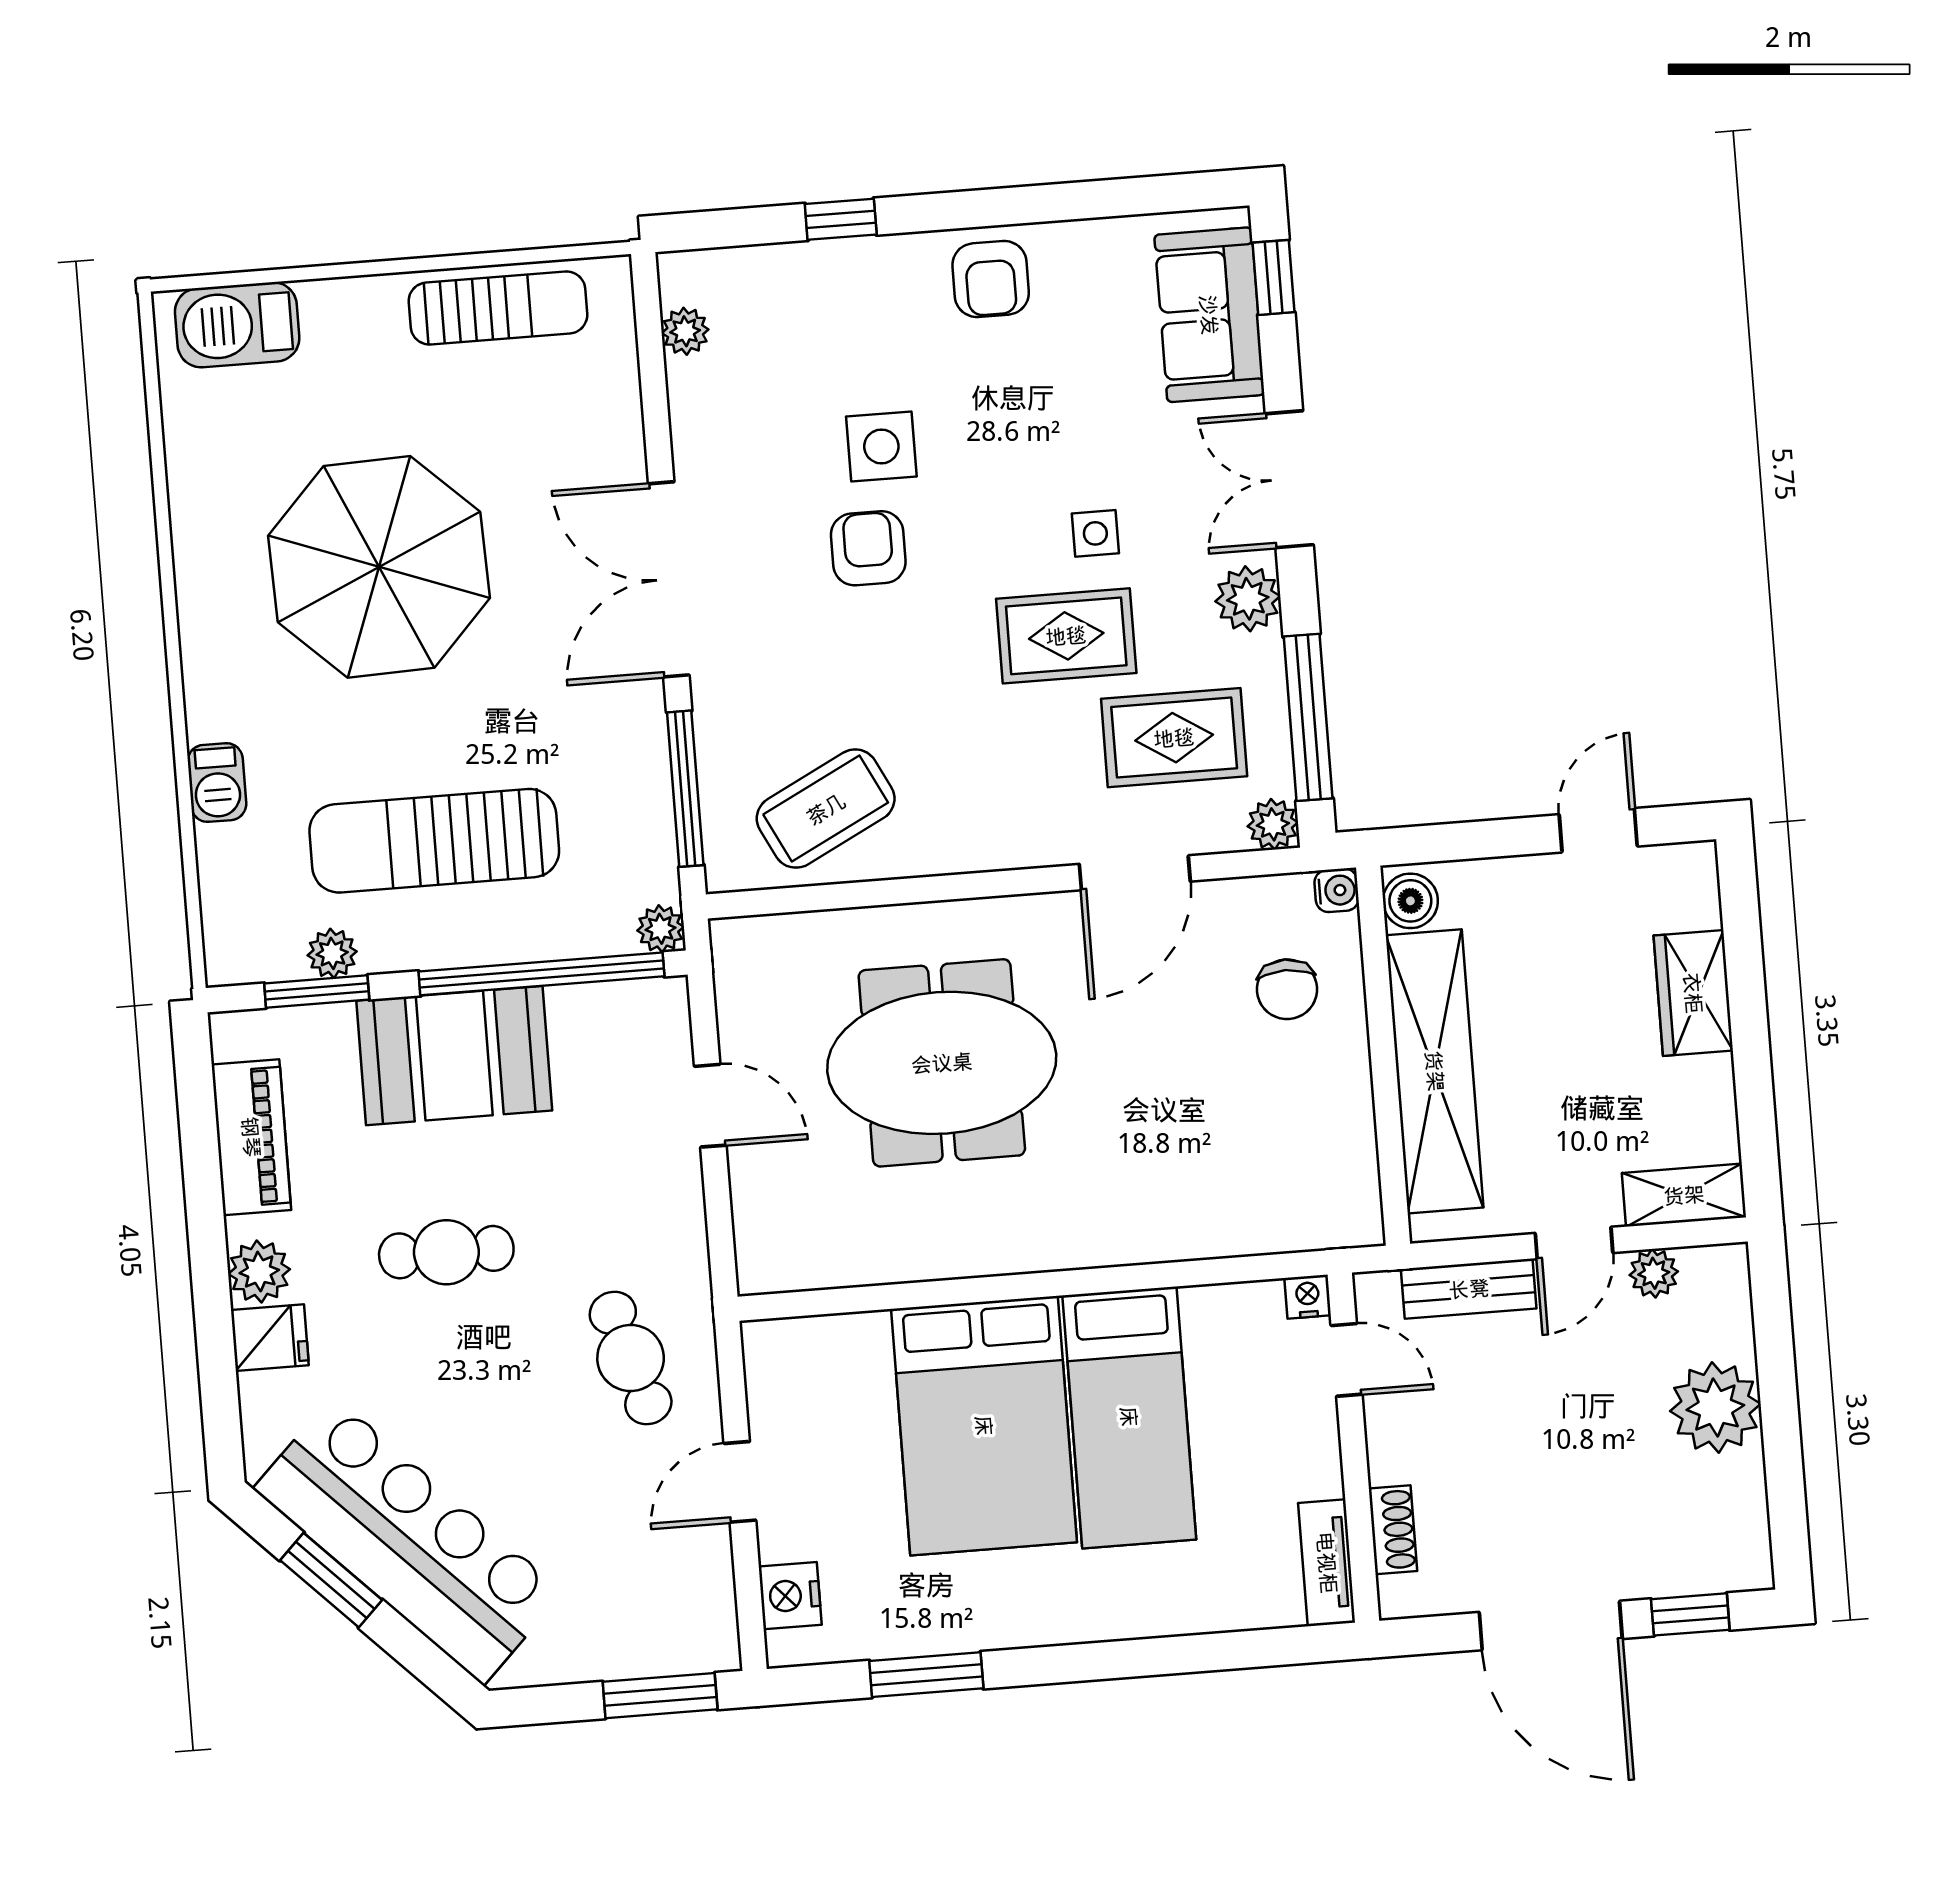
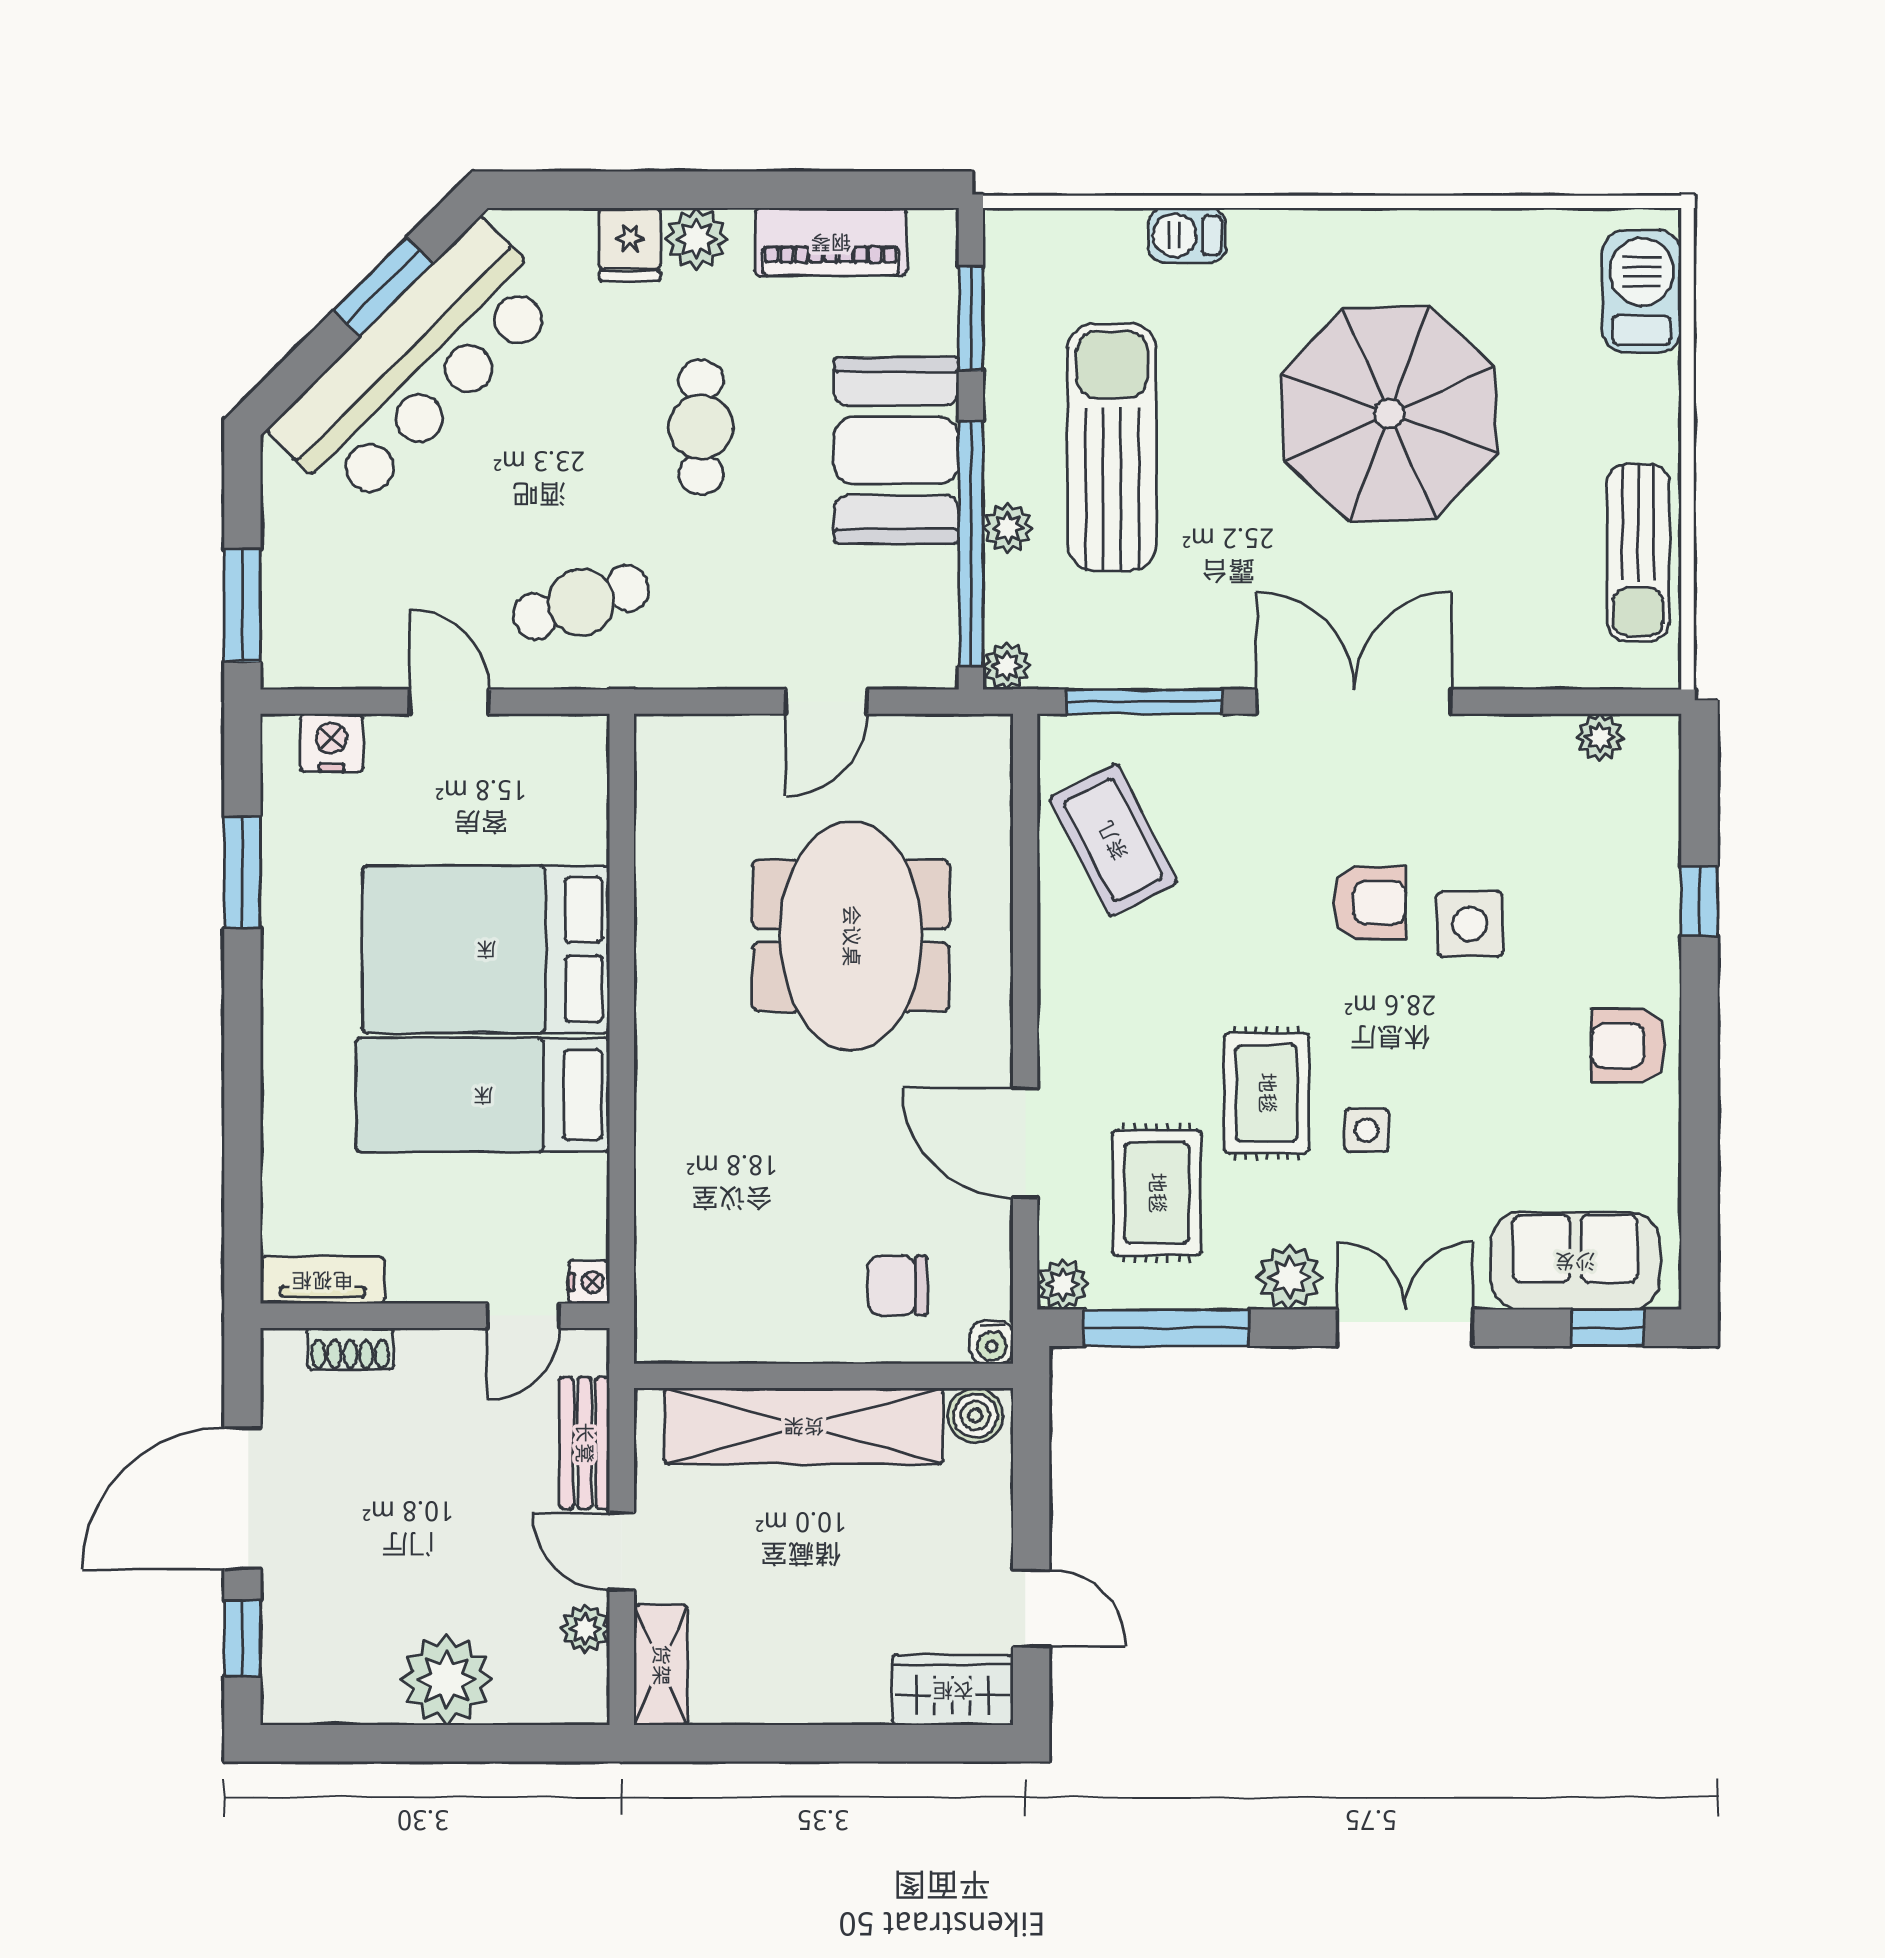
plant: (332, 953) -> (1008, 528), moved
wardrobe: (1693, 993) -> (953, 1690), moved

